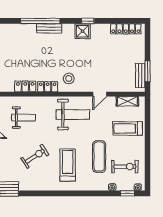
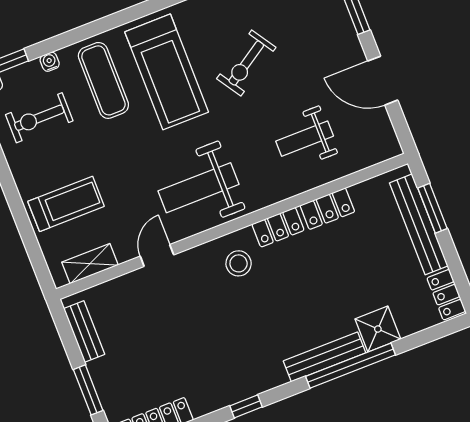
bench: (49, 28) -> (325, 357), width x1.36
shower: (83, 31) -> (378, 329), moved
window: (147, 71) -> (88, 390), moved
exercise mat: (99, 157) -> (103, 80), moved
treadmill: (68, 165) -> (167, 72), width x1.37, depth x1.38

